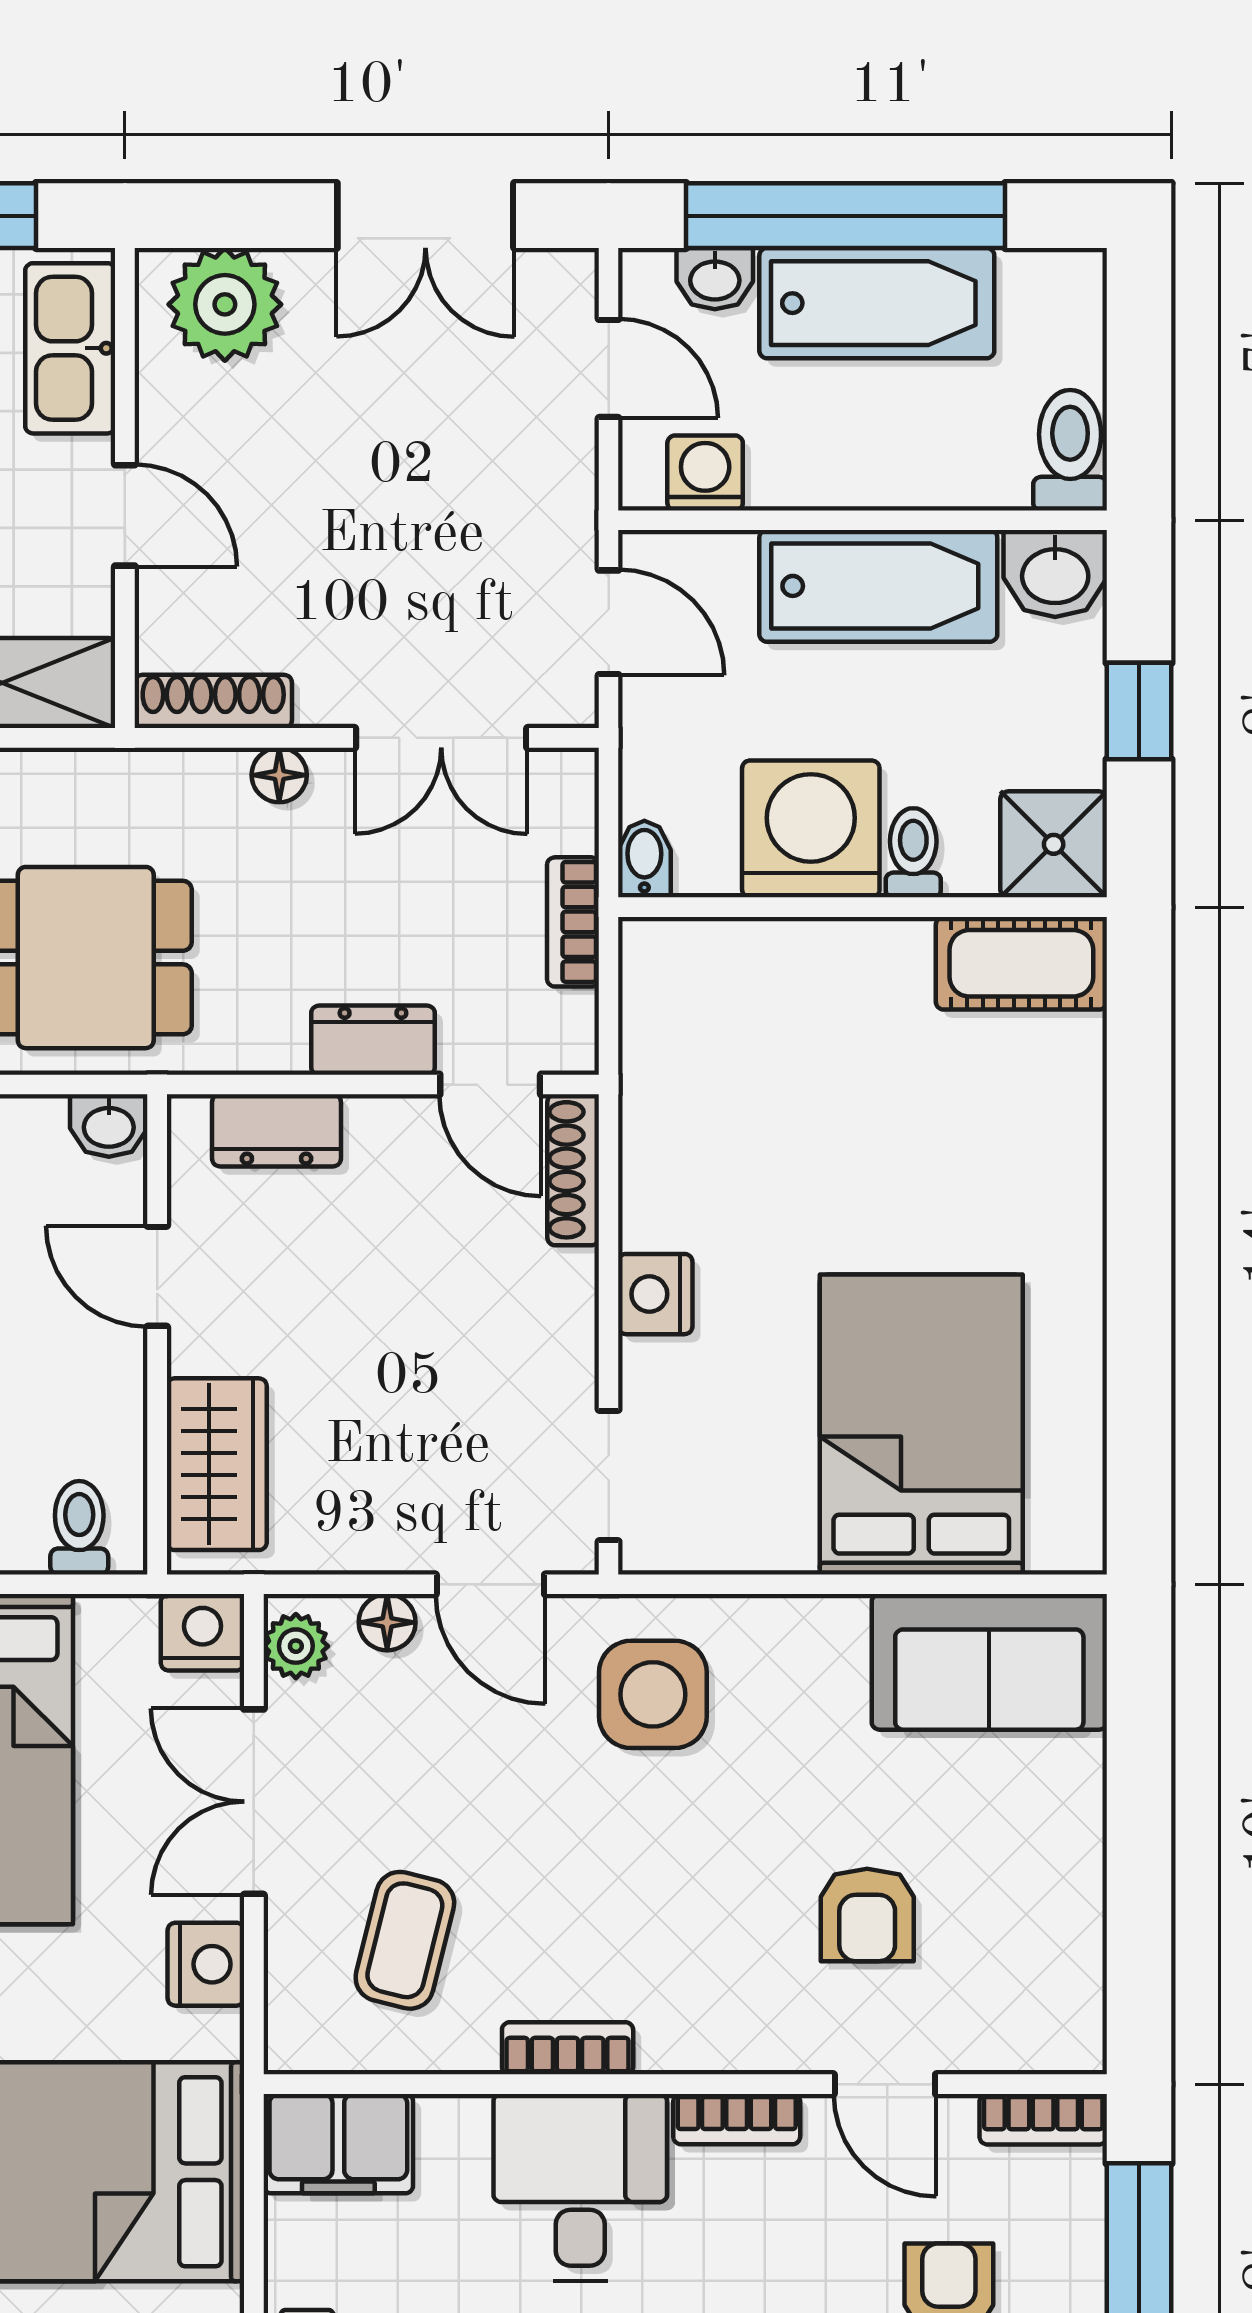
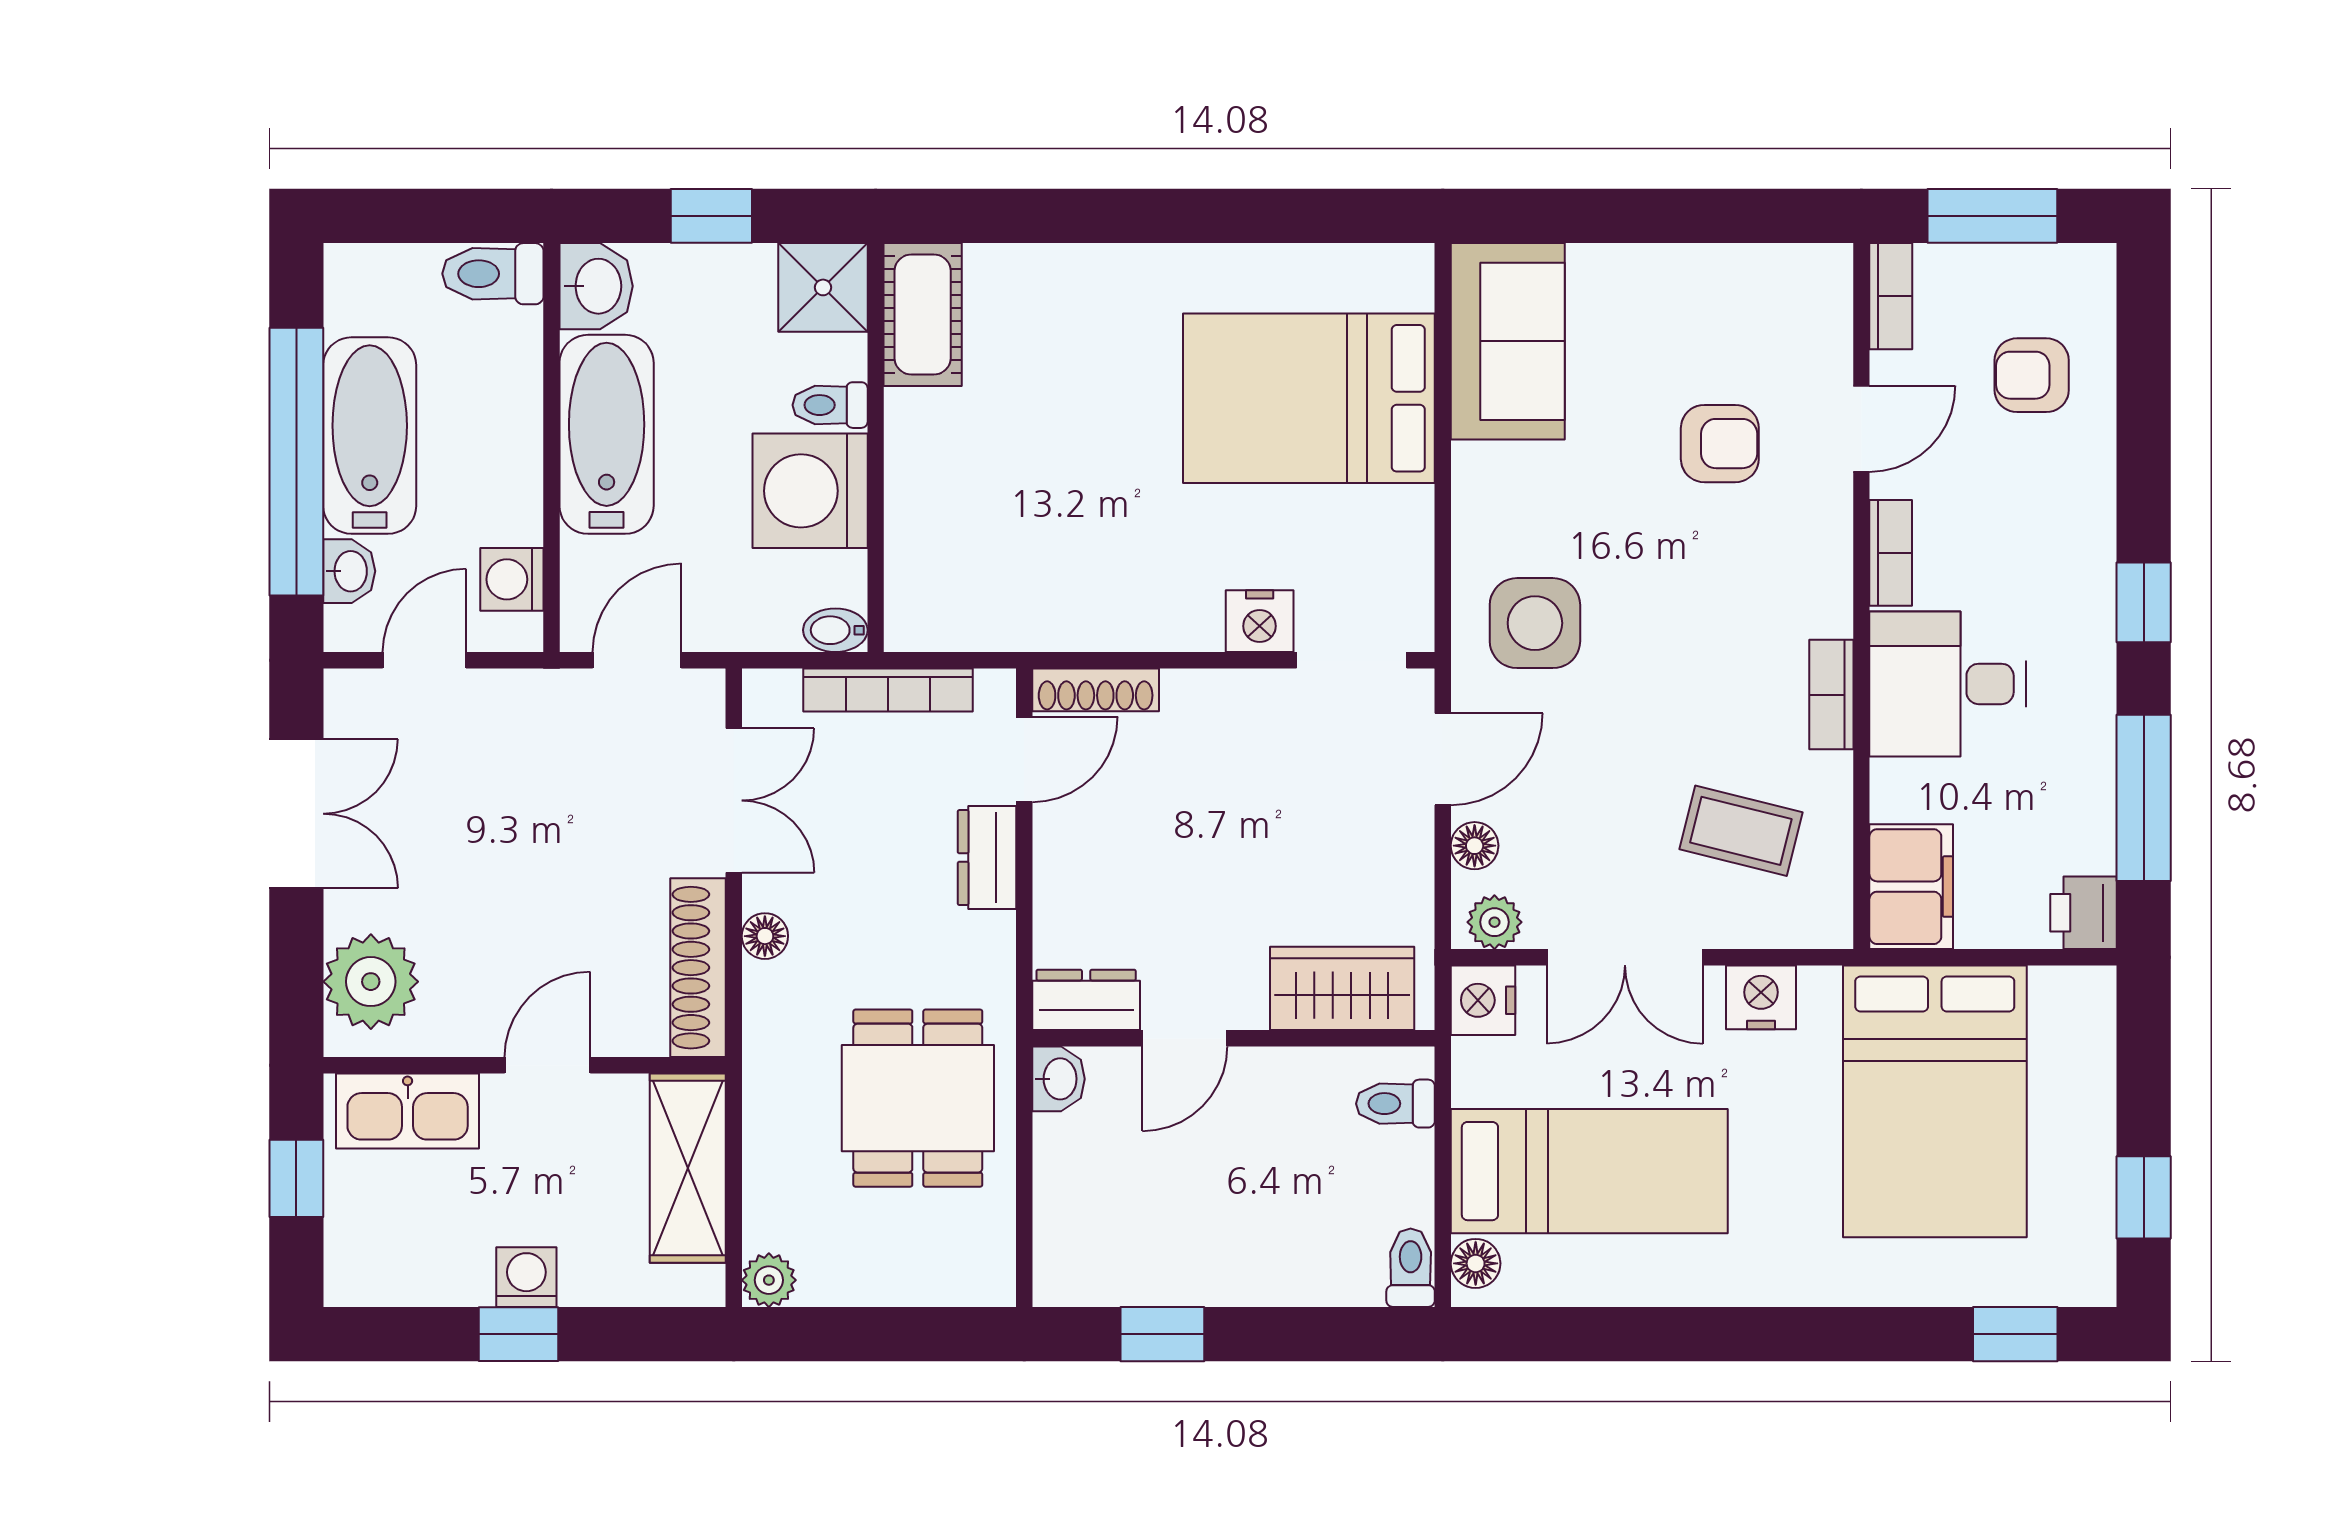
shoe rack: (213, 701) -> (698, 968), width x1.36, depth x1.24
bookcase: (573, 922) -> (888, 690), width x1.56
dresser: (276, 1130) -> (1086, 1000), moved, turned -90
nightstand: (655, 1294) -> (1260, 621), moved

